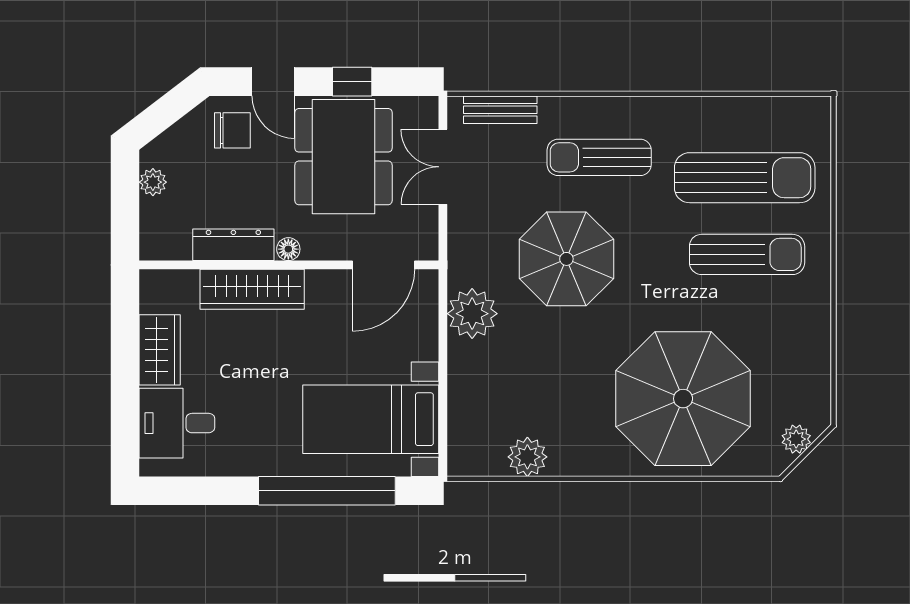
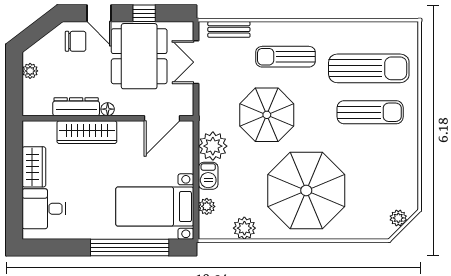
barbecue: (464, 365) -> (208, 176), added
parasol: (683, 399) -> (306, 190), moved
plant: (462, 419) -> (207, 206), added

